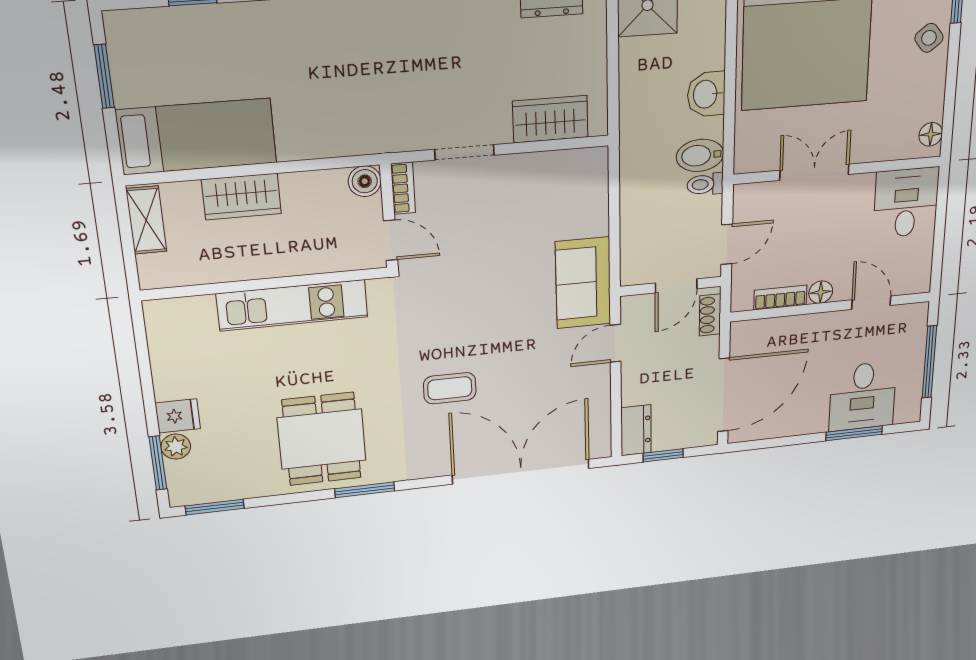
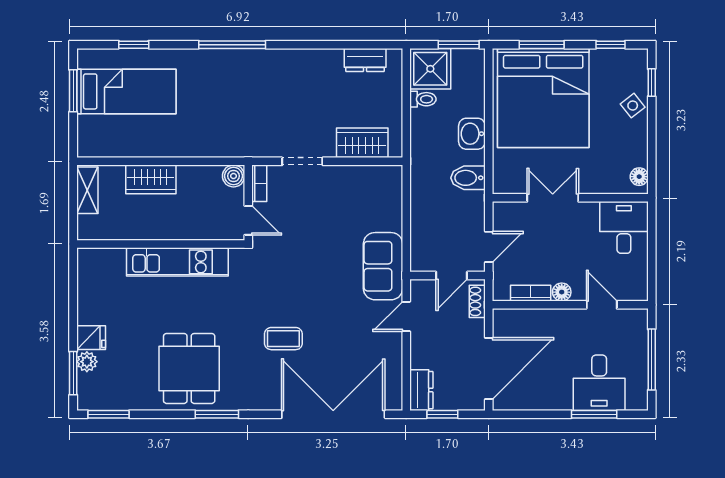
bed: (197, 136) -> (126, 91), moved
toilet: (705, 184) -> (423, 99), moved, turned 180

